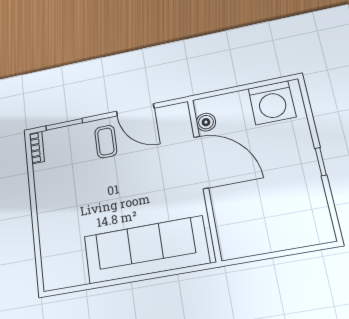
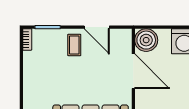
boiler: (206, 122) -> (146, 40), width x1.86, depth x1.86

